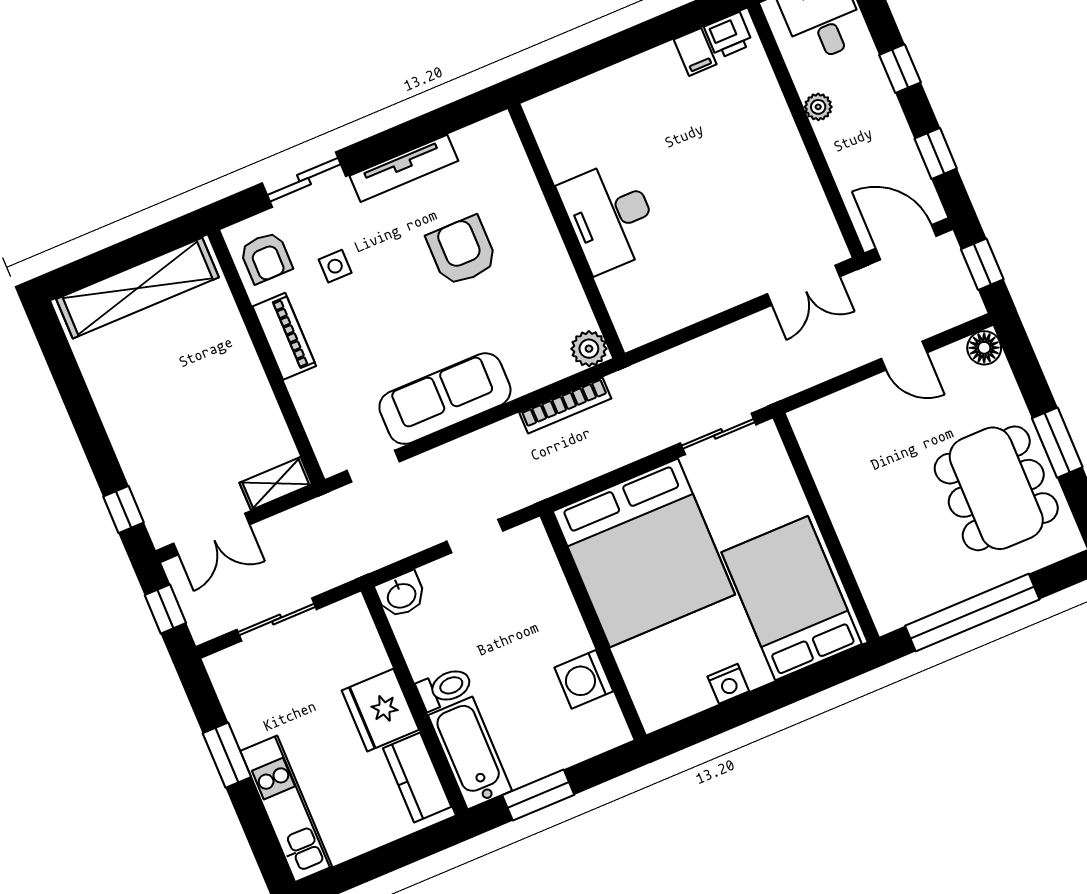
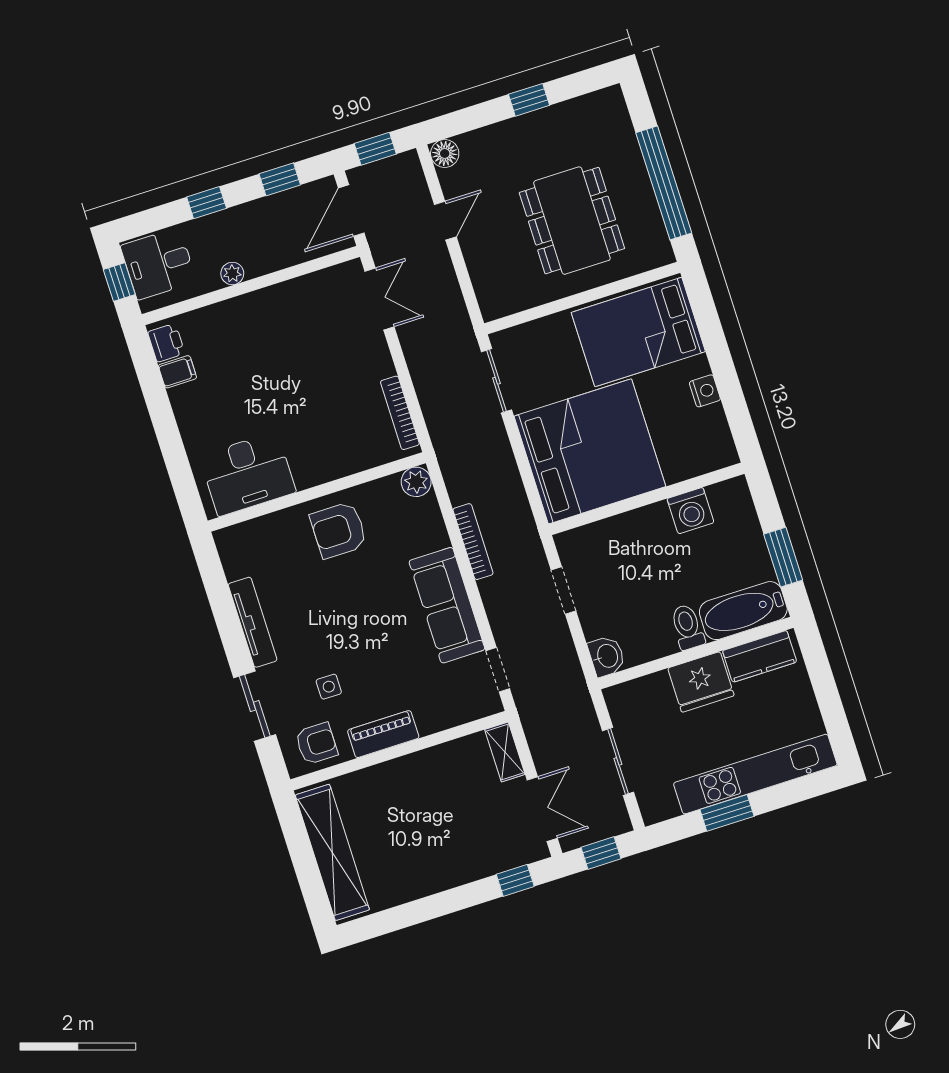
desk: (610, 216) -> (248, 474), moved
armchair: (462, 251) -> (339, 530), moved
bookcase: (670, 322) -> (400, 413), added
bookcase: (565, 405) -> (473, 542), moved
window: (1057, 443) -> (529, 100), width x0.67
dining table: (996, 488) -> (572, 221), moved, turned 90
kitchen unit: (286, 809) -> (755, 774), width x1.36

